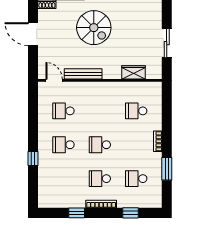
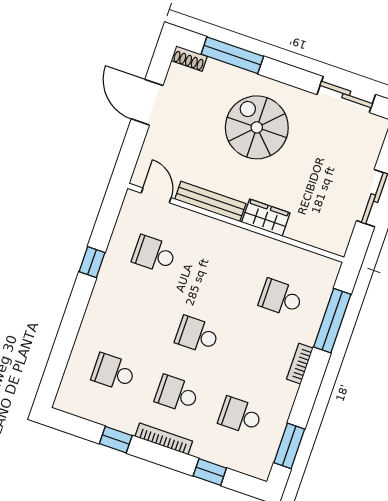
spiral stairs: (94, 28) -> (257, 127), turned 180
wardrobe: (134, 72) -> (266, 218), moved
window: (167, 113) -> (332, 321), added
school desk: (64, 145) -> (113, 372), moved
window: (33, 159) -> (92, 262), moved
window: (167, 169) -> (289, 446), moved

